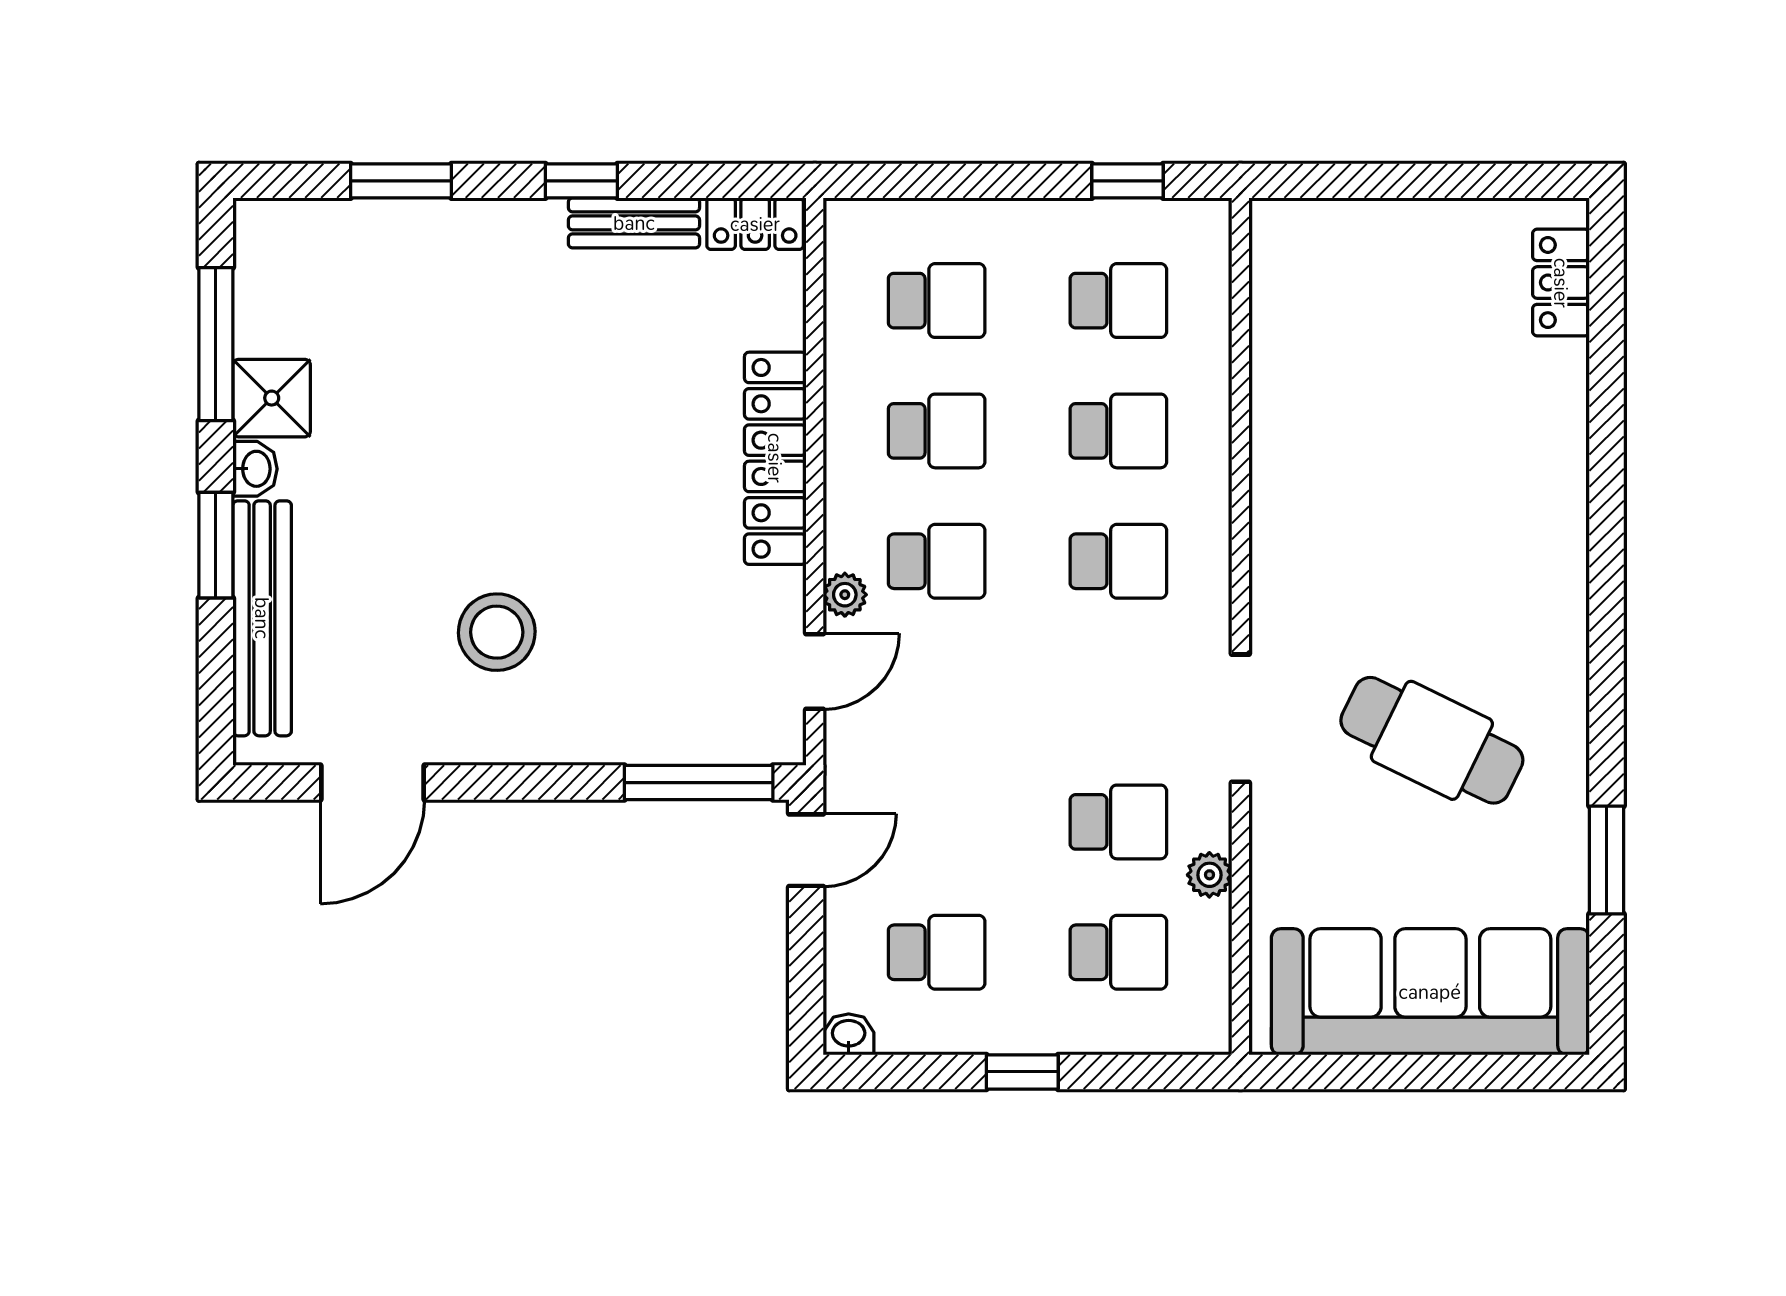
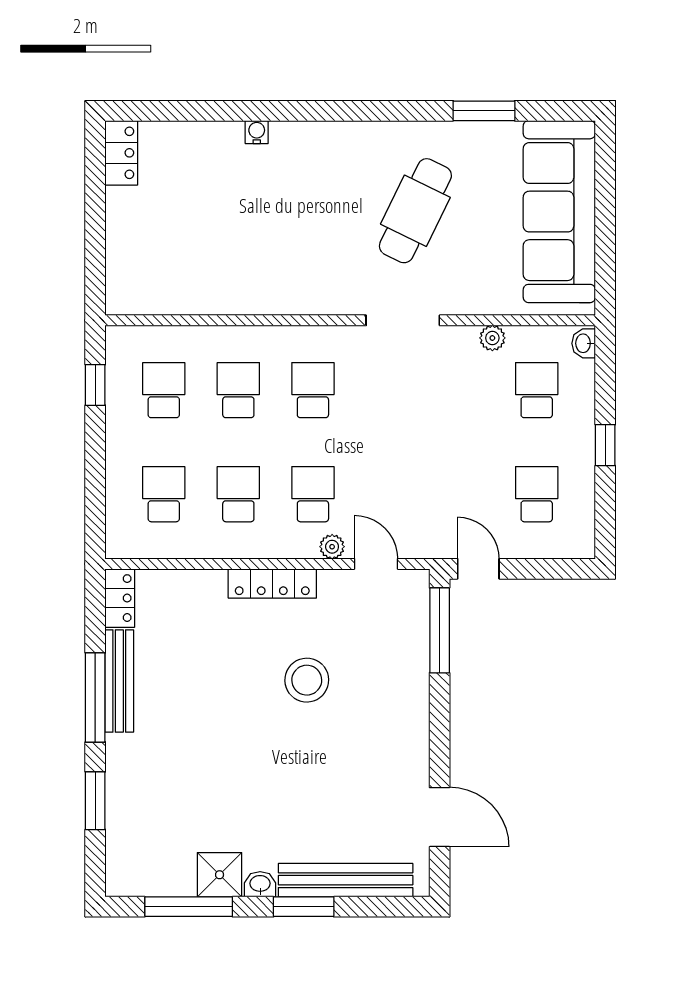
window: (581, 181) -> (95, 697), width x2.17
bench: (634, 223) -> (119, 681), width x1.36
locker: (1561, 283) -> (121, 153), moved, turned -90
locker: (775, 458) -> (272, 583), width x0.71, depth x0.83
water cooler: (1569, 463) -> (257, 132), added
stool: (497, 632) -> (307, 680), moved
school desk: (1118, 822) -> (462, 390), removed
washbasin: (849, 1034) -> (584, 343), moved

